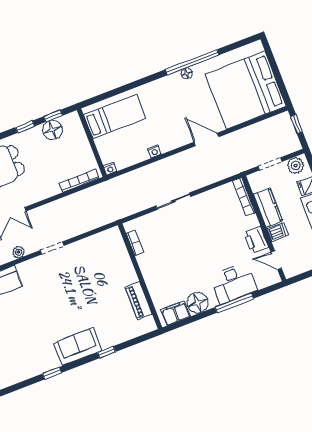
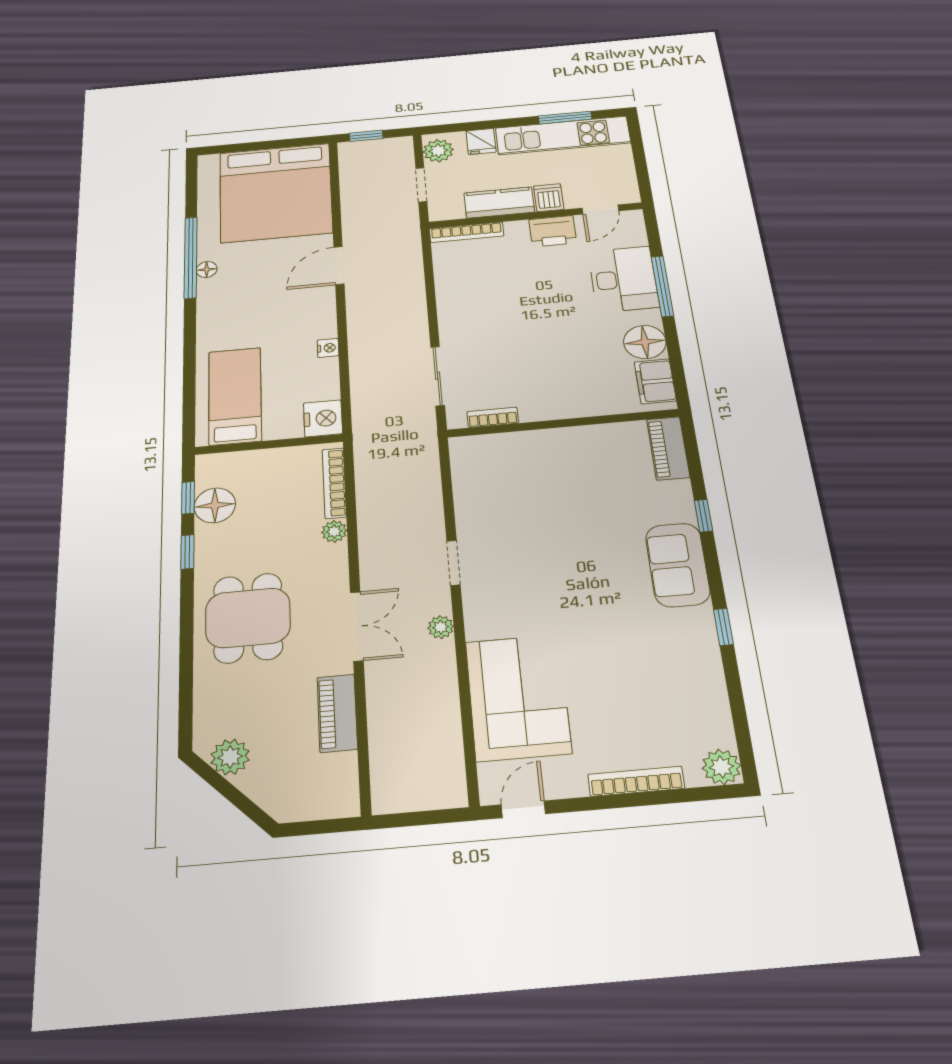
nightstand: (110, 169) -> (323, 418), width x1.89, depth x1.79
plant: (54, 189) -> (334, 531), added
sliding door: (173, 201) -> (438, 376), moved
piano: (139, 301) -> (668, 448), moved, turned 90

